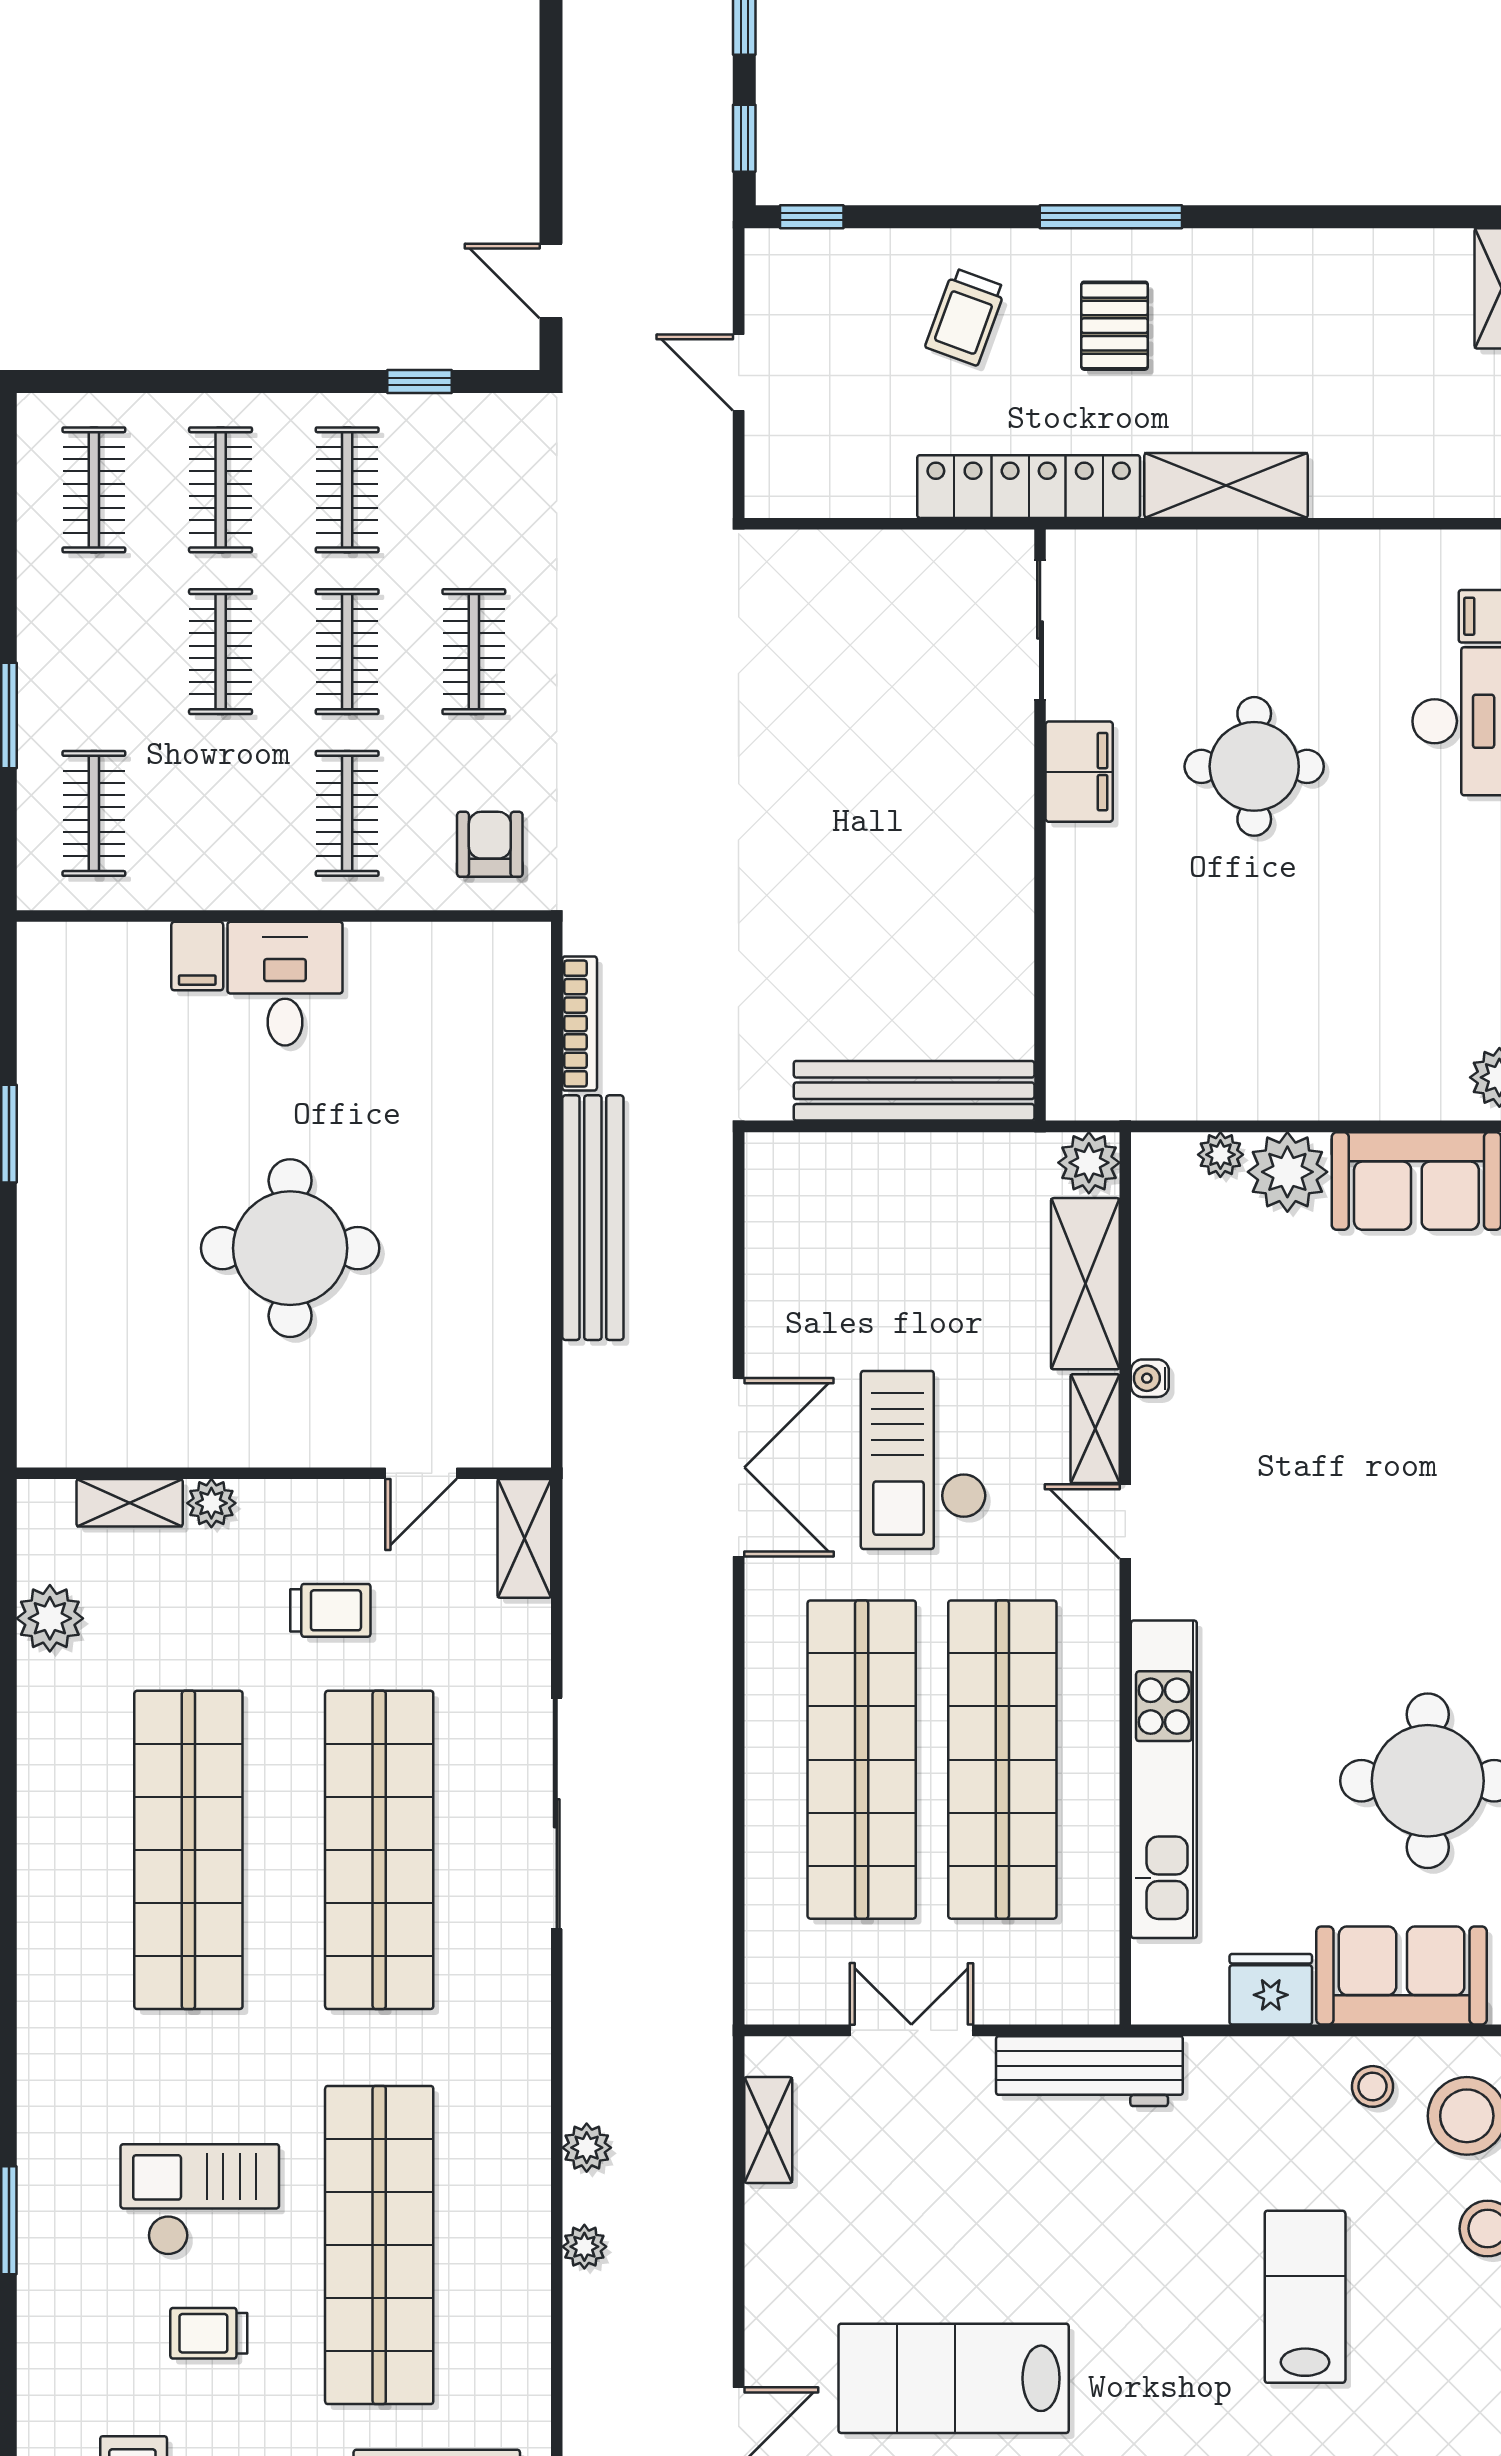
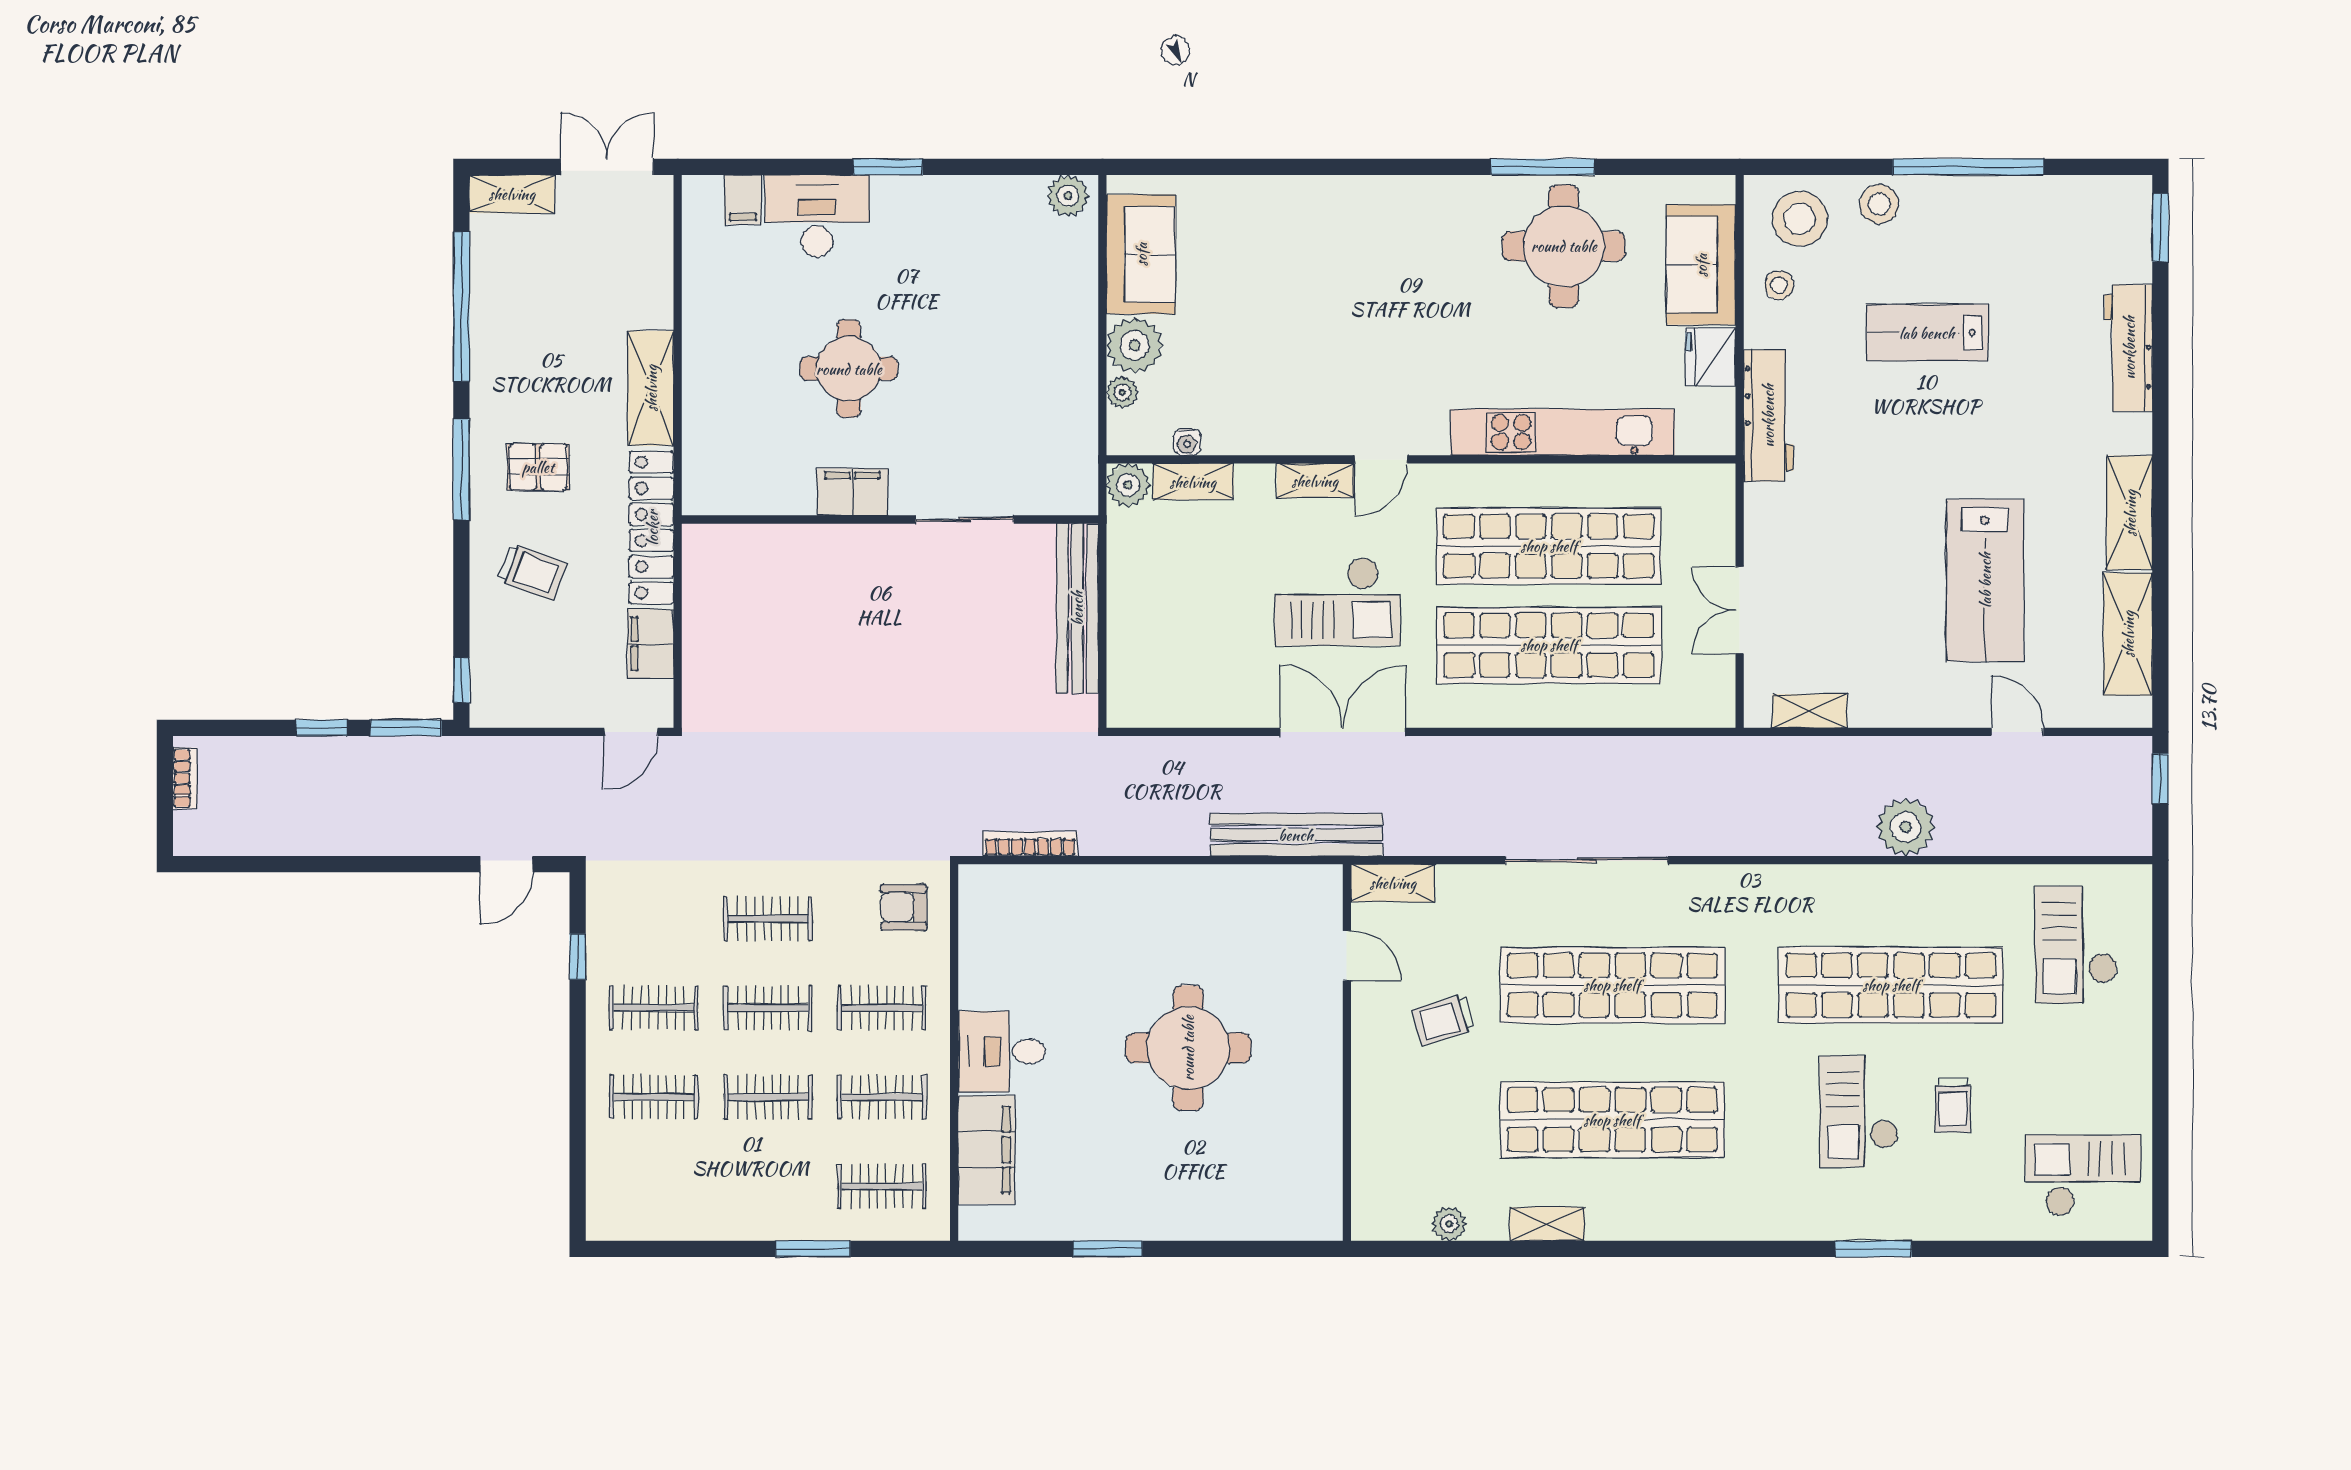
window: (744, 138) -> (406, 728), width x1.50
window: (1342, 217) -> (461, 307), added
door: (739, 373) -> (631, 732), moved
filing cabinet: (864, 485) -> (651, 644), added
clothes rail: (94, 490) -> (882, 1097), moved
sliding door: (1040, 630) -> (965, 519), moved
filing cabinet: (197, 956) -> (986, 1150), width x3.00, depth x1.17
bench: (593, 1218) -> (1296, 835), moved
shelving: (1085, 1284) -> (1193, 482), width x0.67, depth x0.75
water cooler: (1150, 1378) -> (1187, 442), moved
shelving: (130, 1503) -> (1547, 1224), moved, turned 90
plant: (211, 1503) -> (1368, 1103), removed
trolley: (330, 1610) -> (1444, 1020), turned -107
plant: (50, 1618) -> (1449, 1224), width x0.73, depth x0.73
workbench: (1089, 2071) -> (1768, 416), moved
plant: (587, 2148) -> (1822, 839), removed
plant: (584, 2247) -> (1906, 827), width x1.87, depth x1.87

